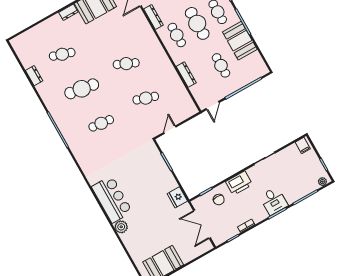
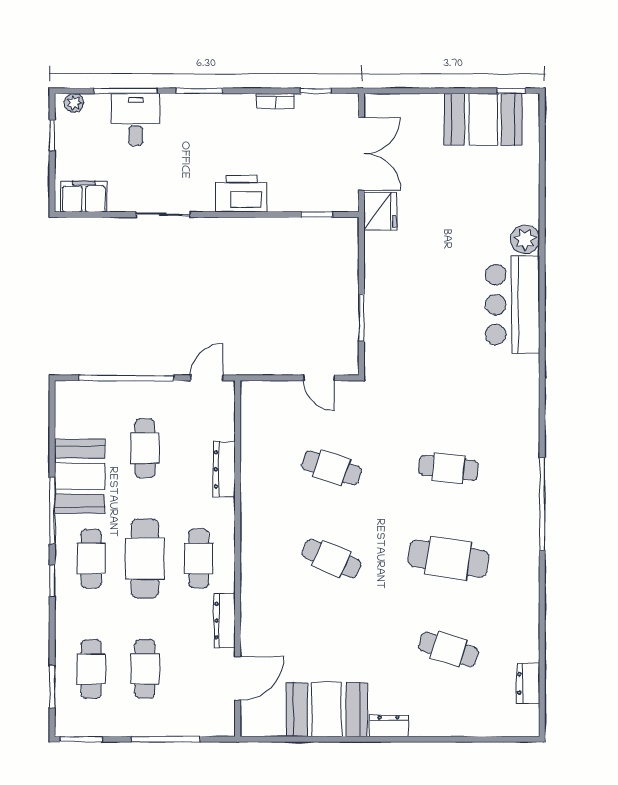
dresser: (34, 76) -> (528, 683), moved
door: (170, 130) -> (319, 378), hinge flipped
filing cabinet: (303, 146) -> (84, 197), width x2.00
fridge: (177, 197) -> (380, 211), moved
chair: (219, 200) -> (300, 184), removed
desk: (274, 201) -> (136, 119), moved

